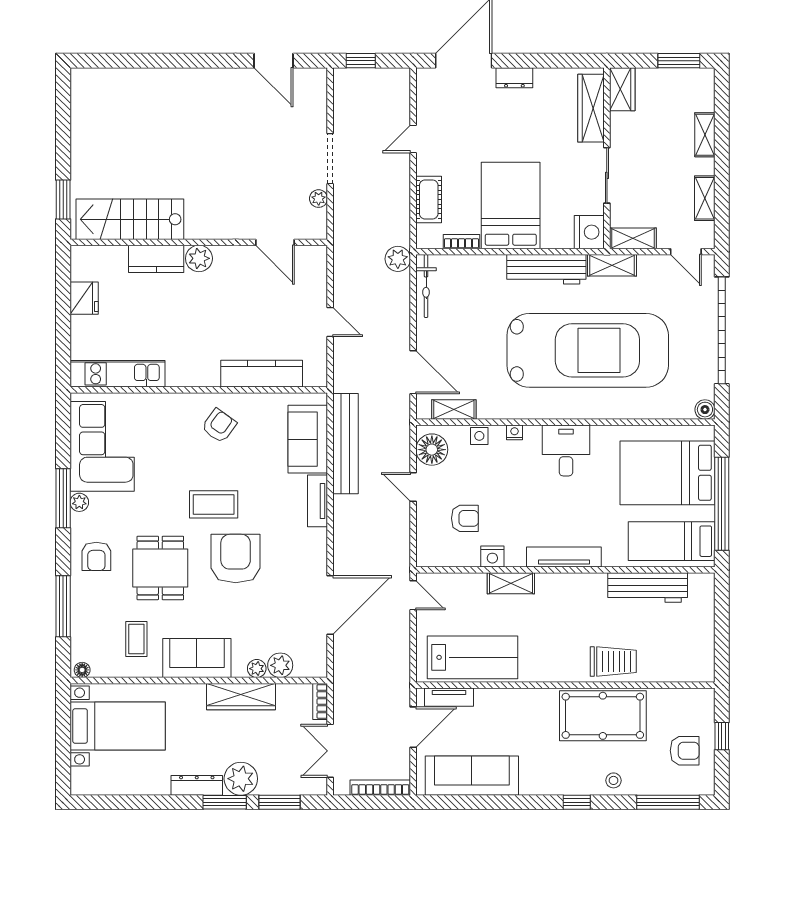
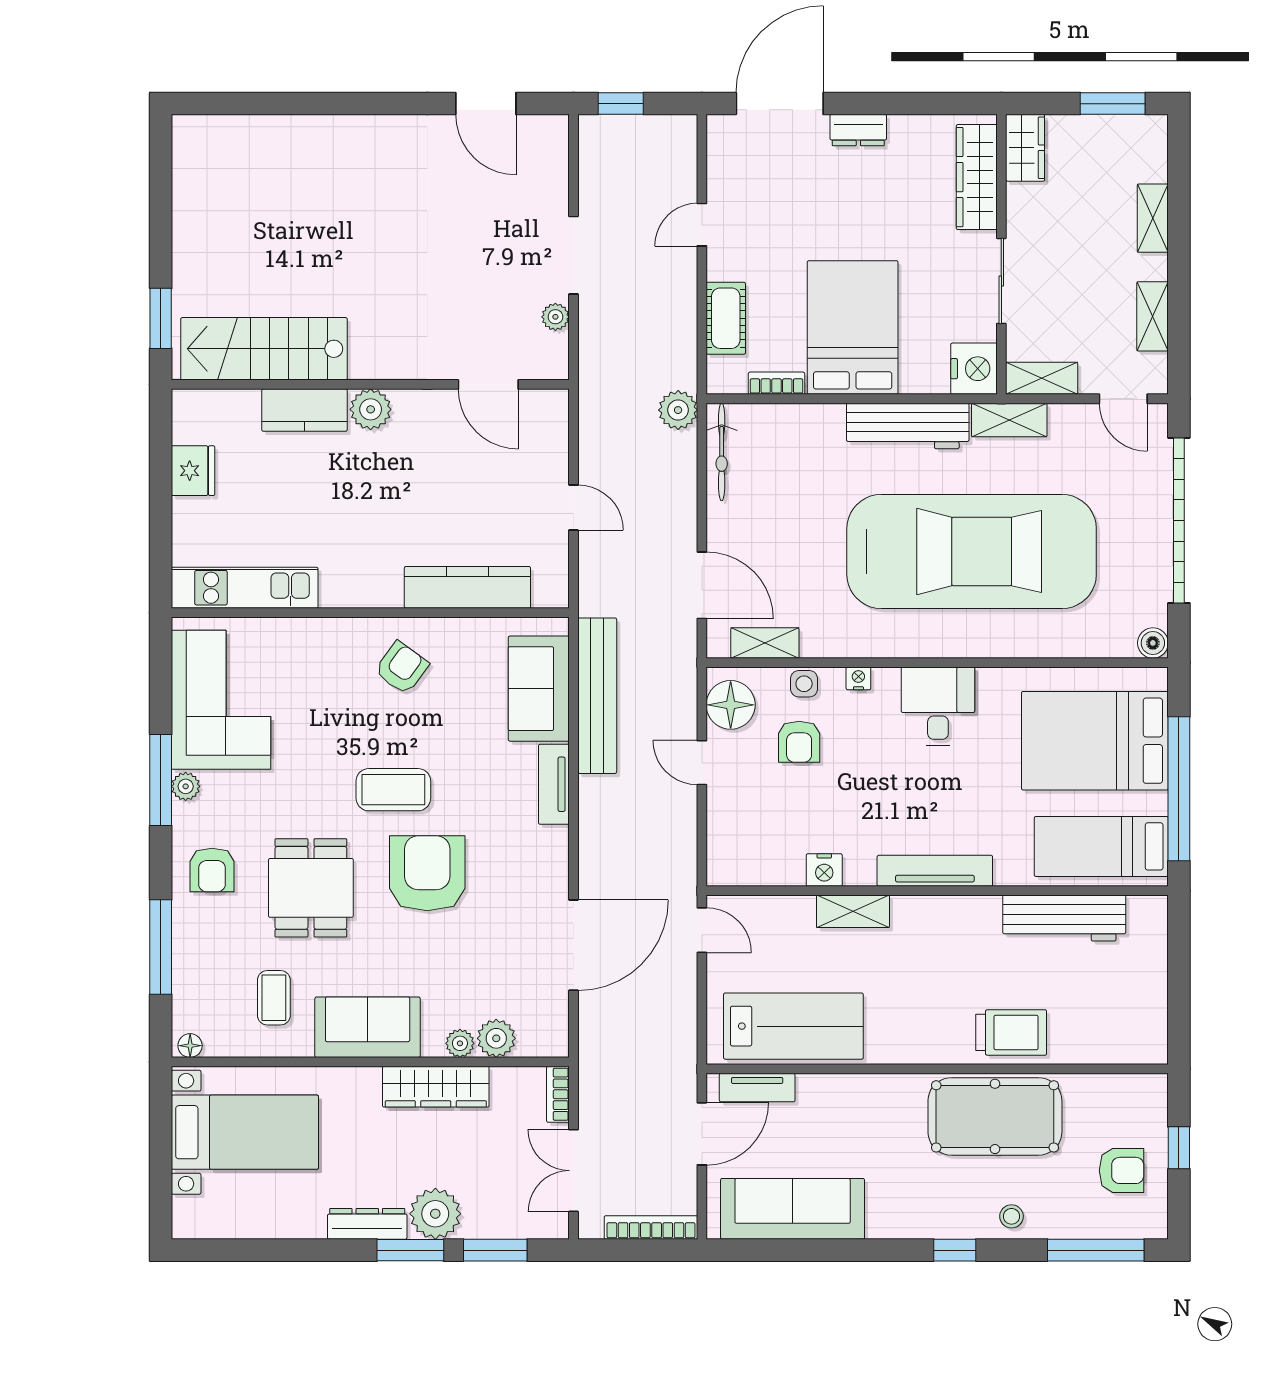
armchair: (465, 518) -> (799, 742), moved, turned 90

